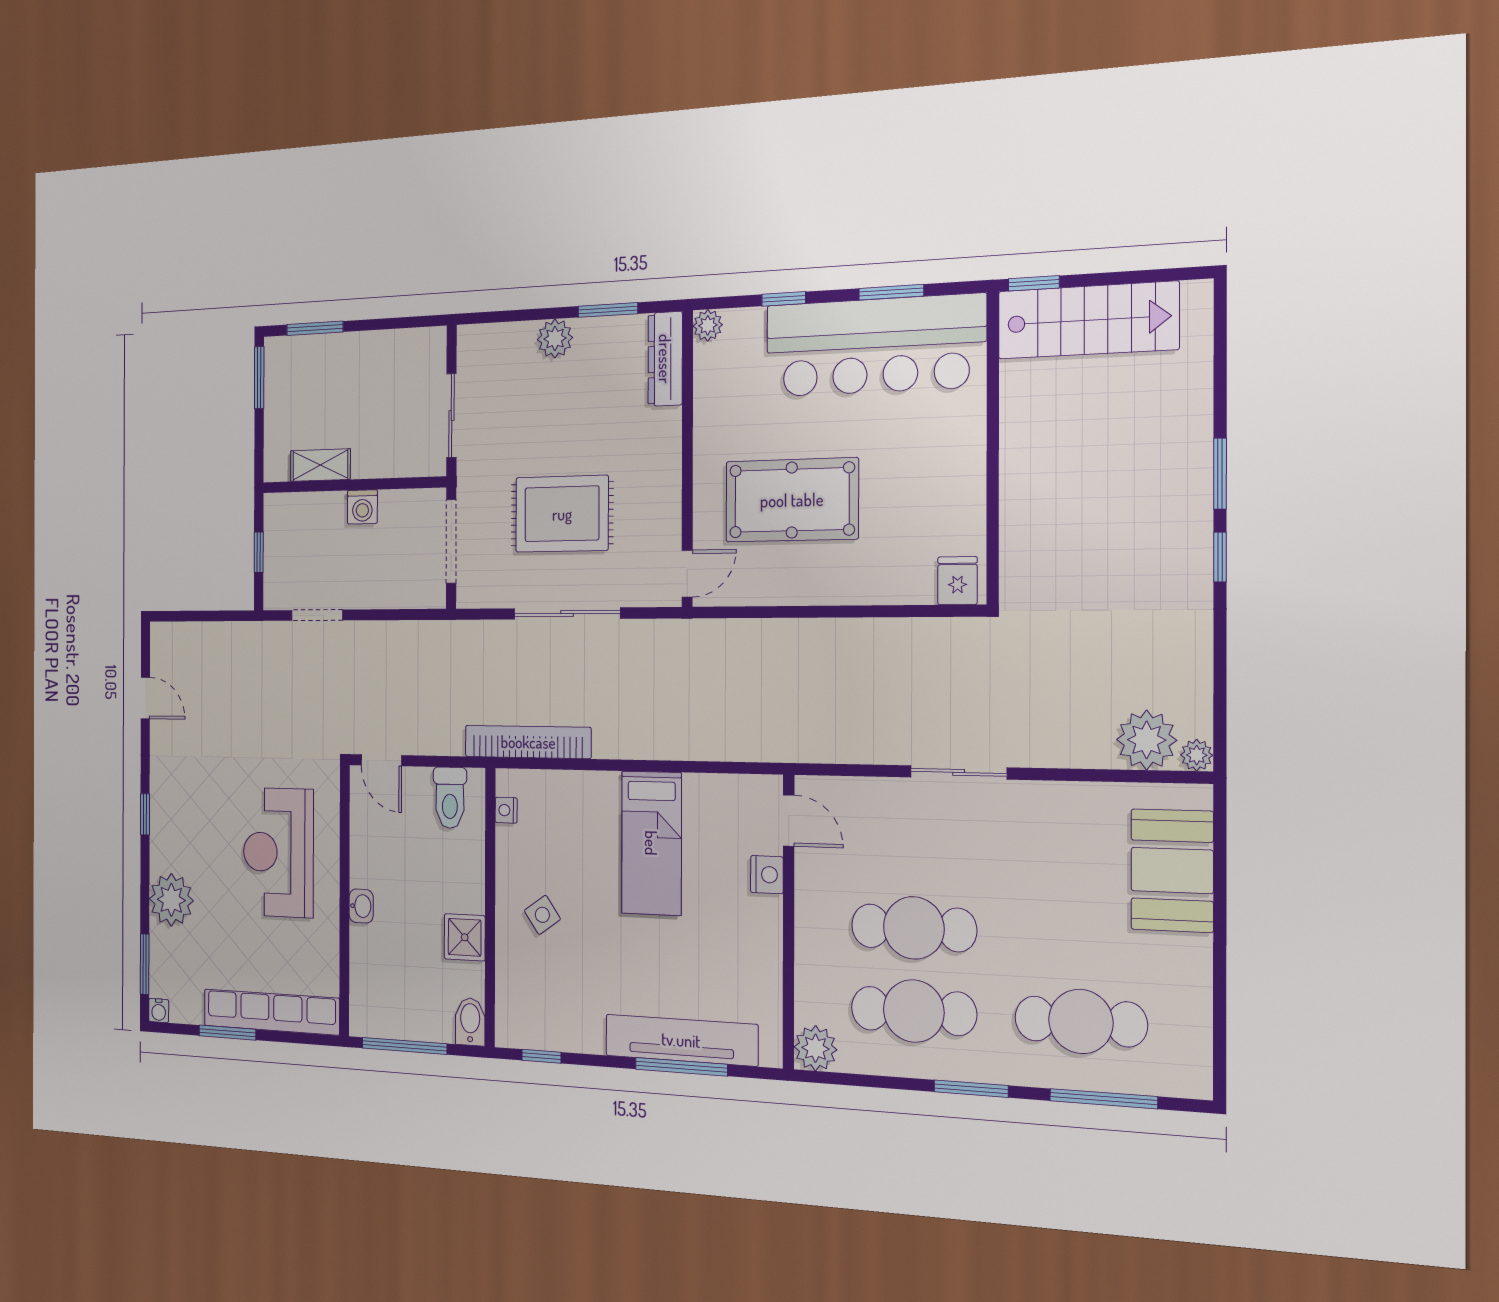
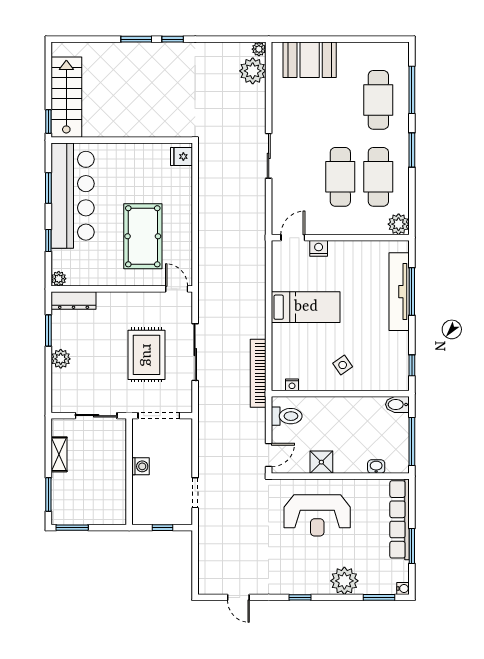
shelving: (320, 465) -> (59, 454), moved
door: (145, 698) -> (238, 597), swing flipped
washbasin: (361, 906) -> (376, 467), moved
shower: (465, 937) -> (321, 462), moved

